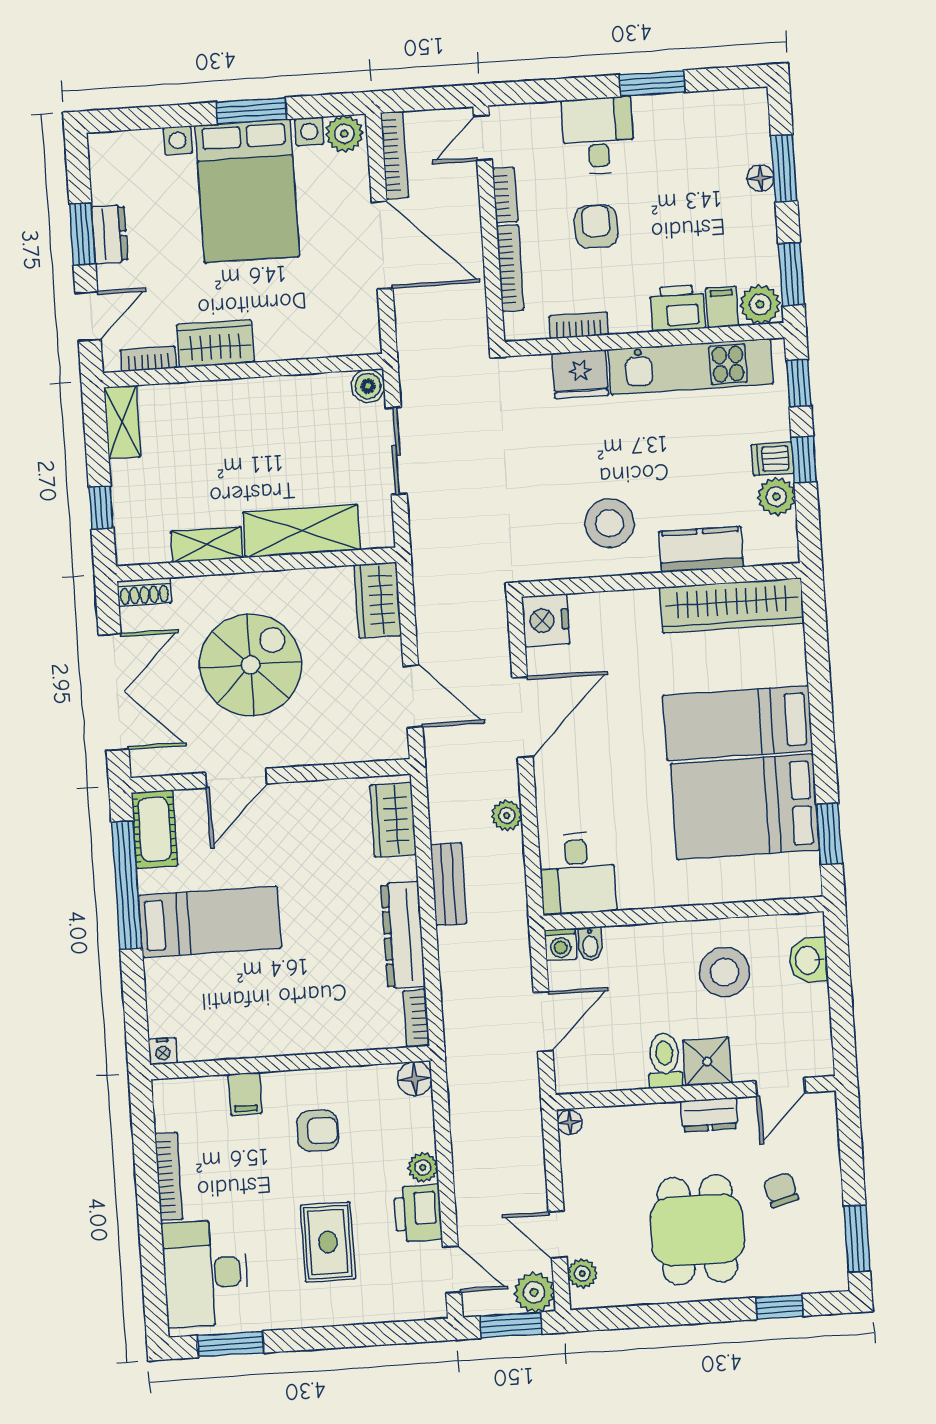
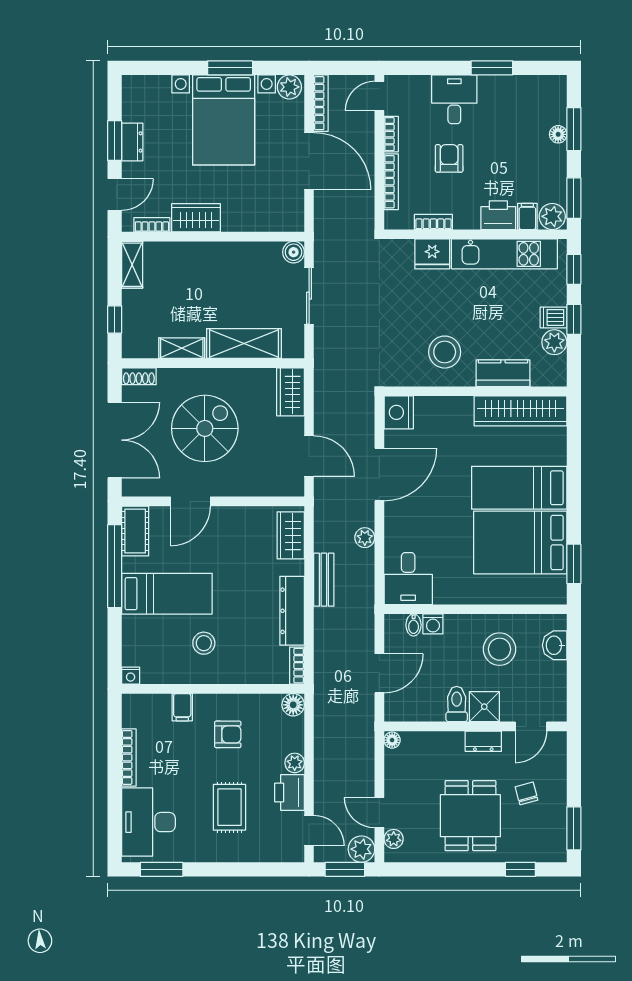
washing machine: (561, 944) -> (433, 624), moved
stool: (271, 994) -> (204, 643), added

